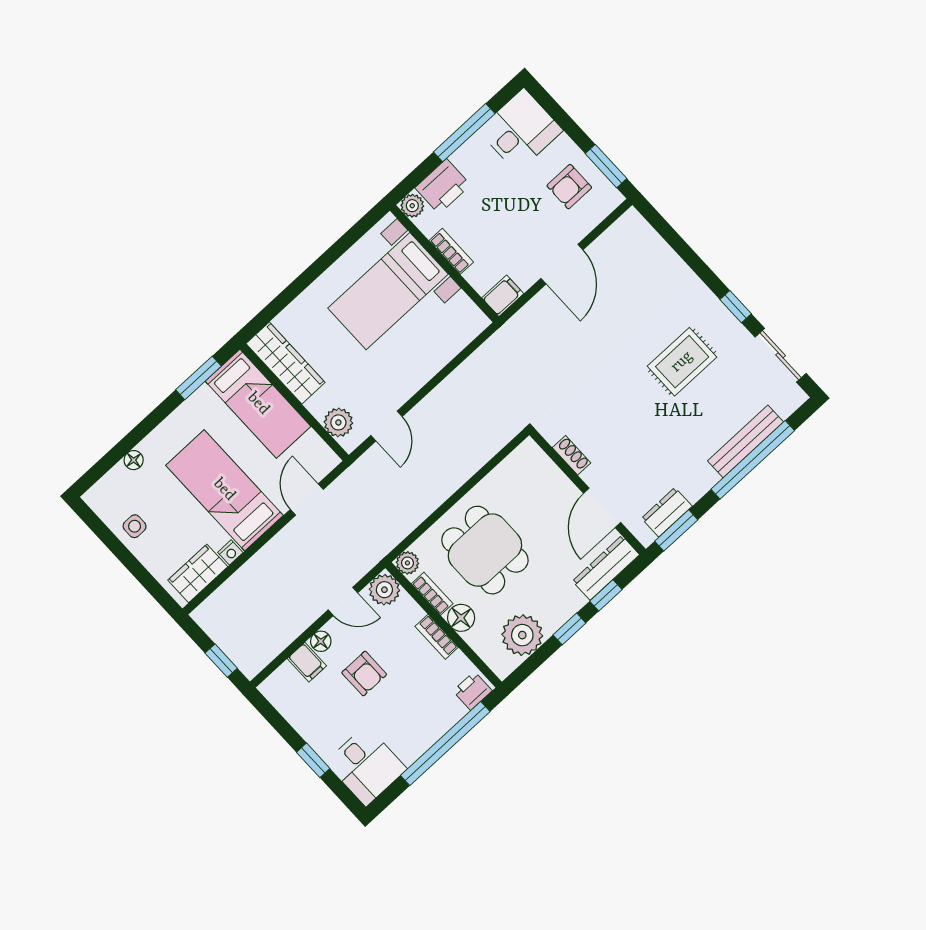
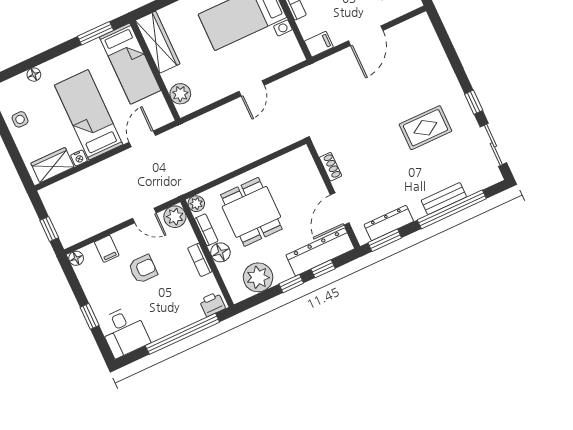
door: (386, 426) -> (252, 88), moved
bench: (745, 441) -> (444, 199), width x0.73
dresser: (667, 512) -> (389, 223), width x1.44
dresser: (606, 568) -> (320, 252), width x1.37, depth x1.24
floor lamp: (321, 641) -> (76, 258), moved
armchair: (364, 674) -> (143, 269), turned -90

